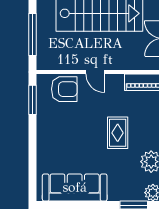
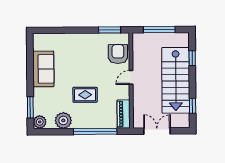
armchair: (64, 89) -> (118, 54), turned 180
sofa: (75, 187) -> (43, 69), width x0.73

